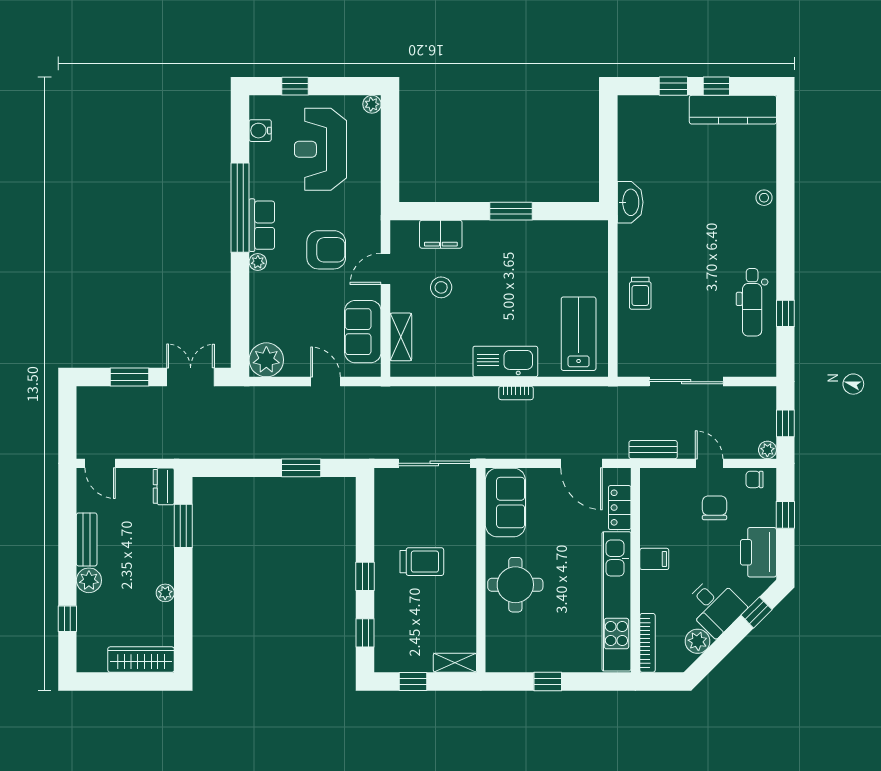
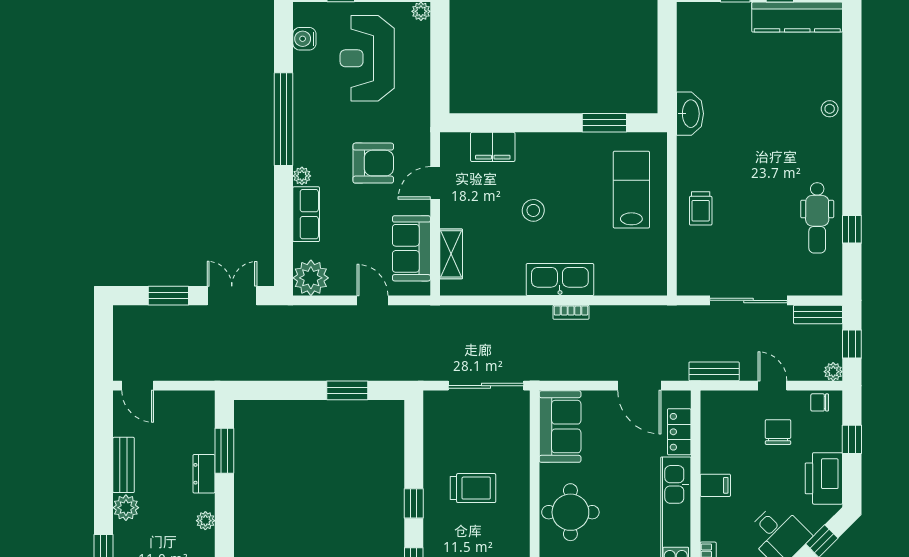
window: (511, 211) -> (604, 123), moved
row of seats: (262, 225) -> (306, 214), moved
stool: (441, 287) -> (533, 210), moved
lab bench: (579, 334) -> (631, 190), moved
bench: (753, 395) -> (818, 314), added
dresser: (164, 486) -> (204, 474), moved

